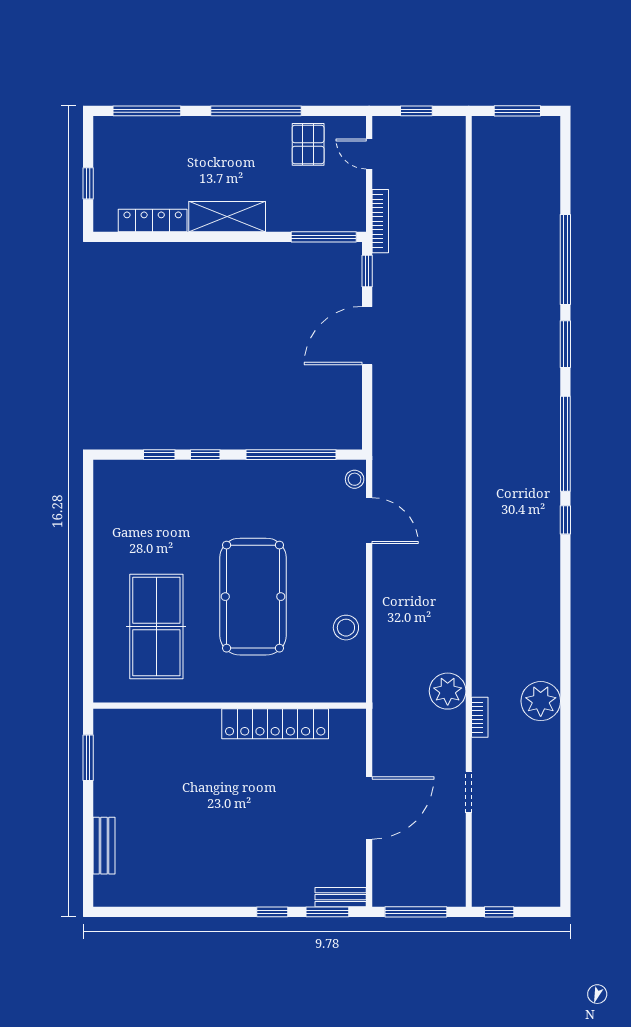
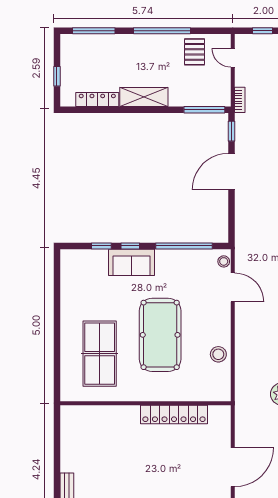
bookcase: (380, 221) -> (240, 100), width x0.64
sofa: (207, 481) -> (132, 262), added
window: (88, 758) -> (57, 436), removed

